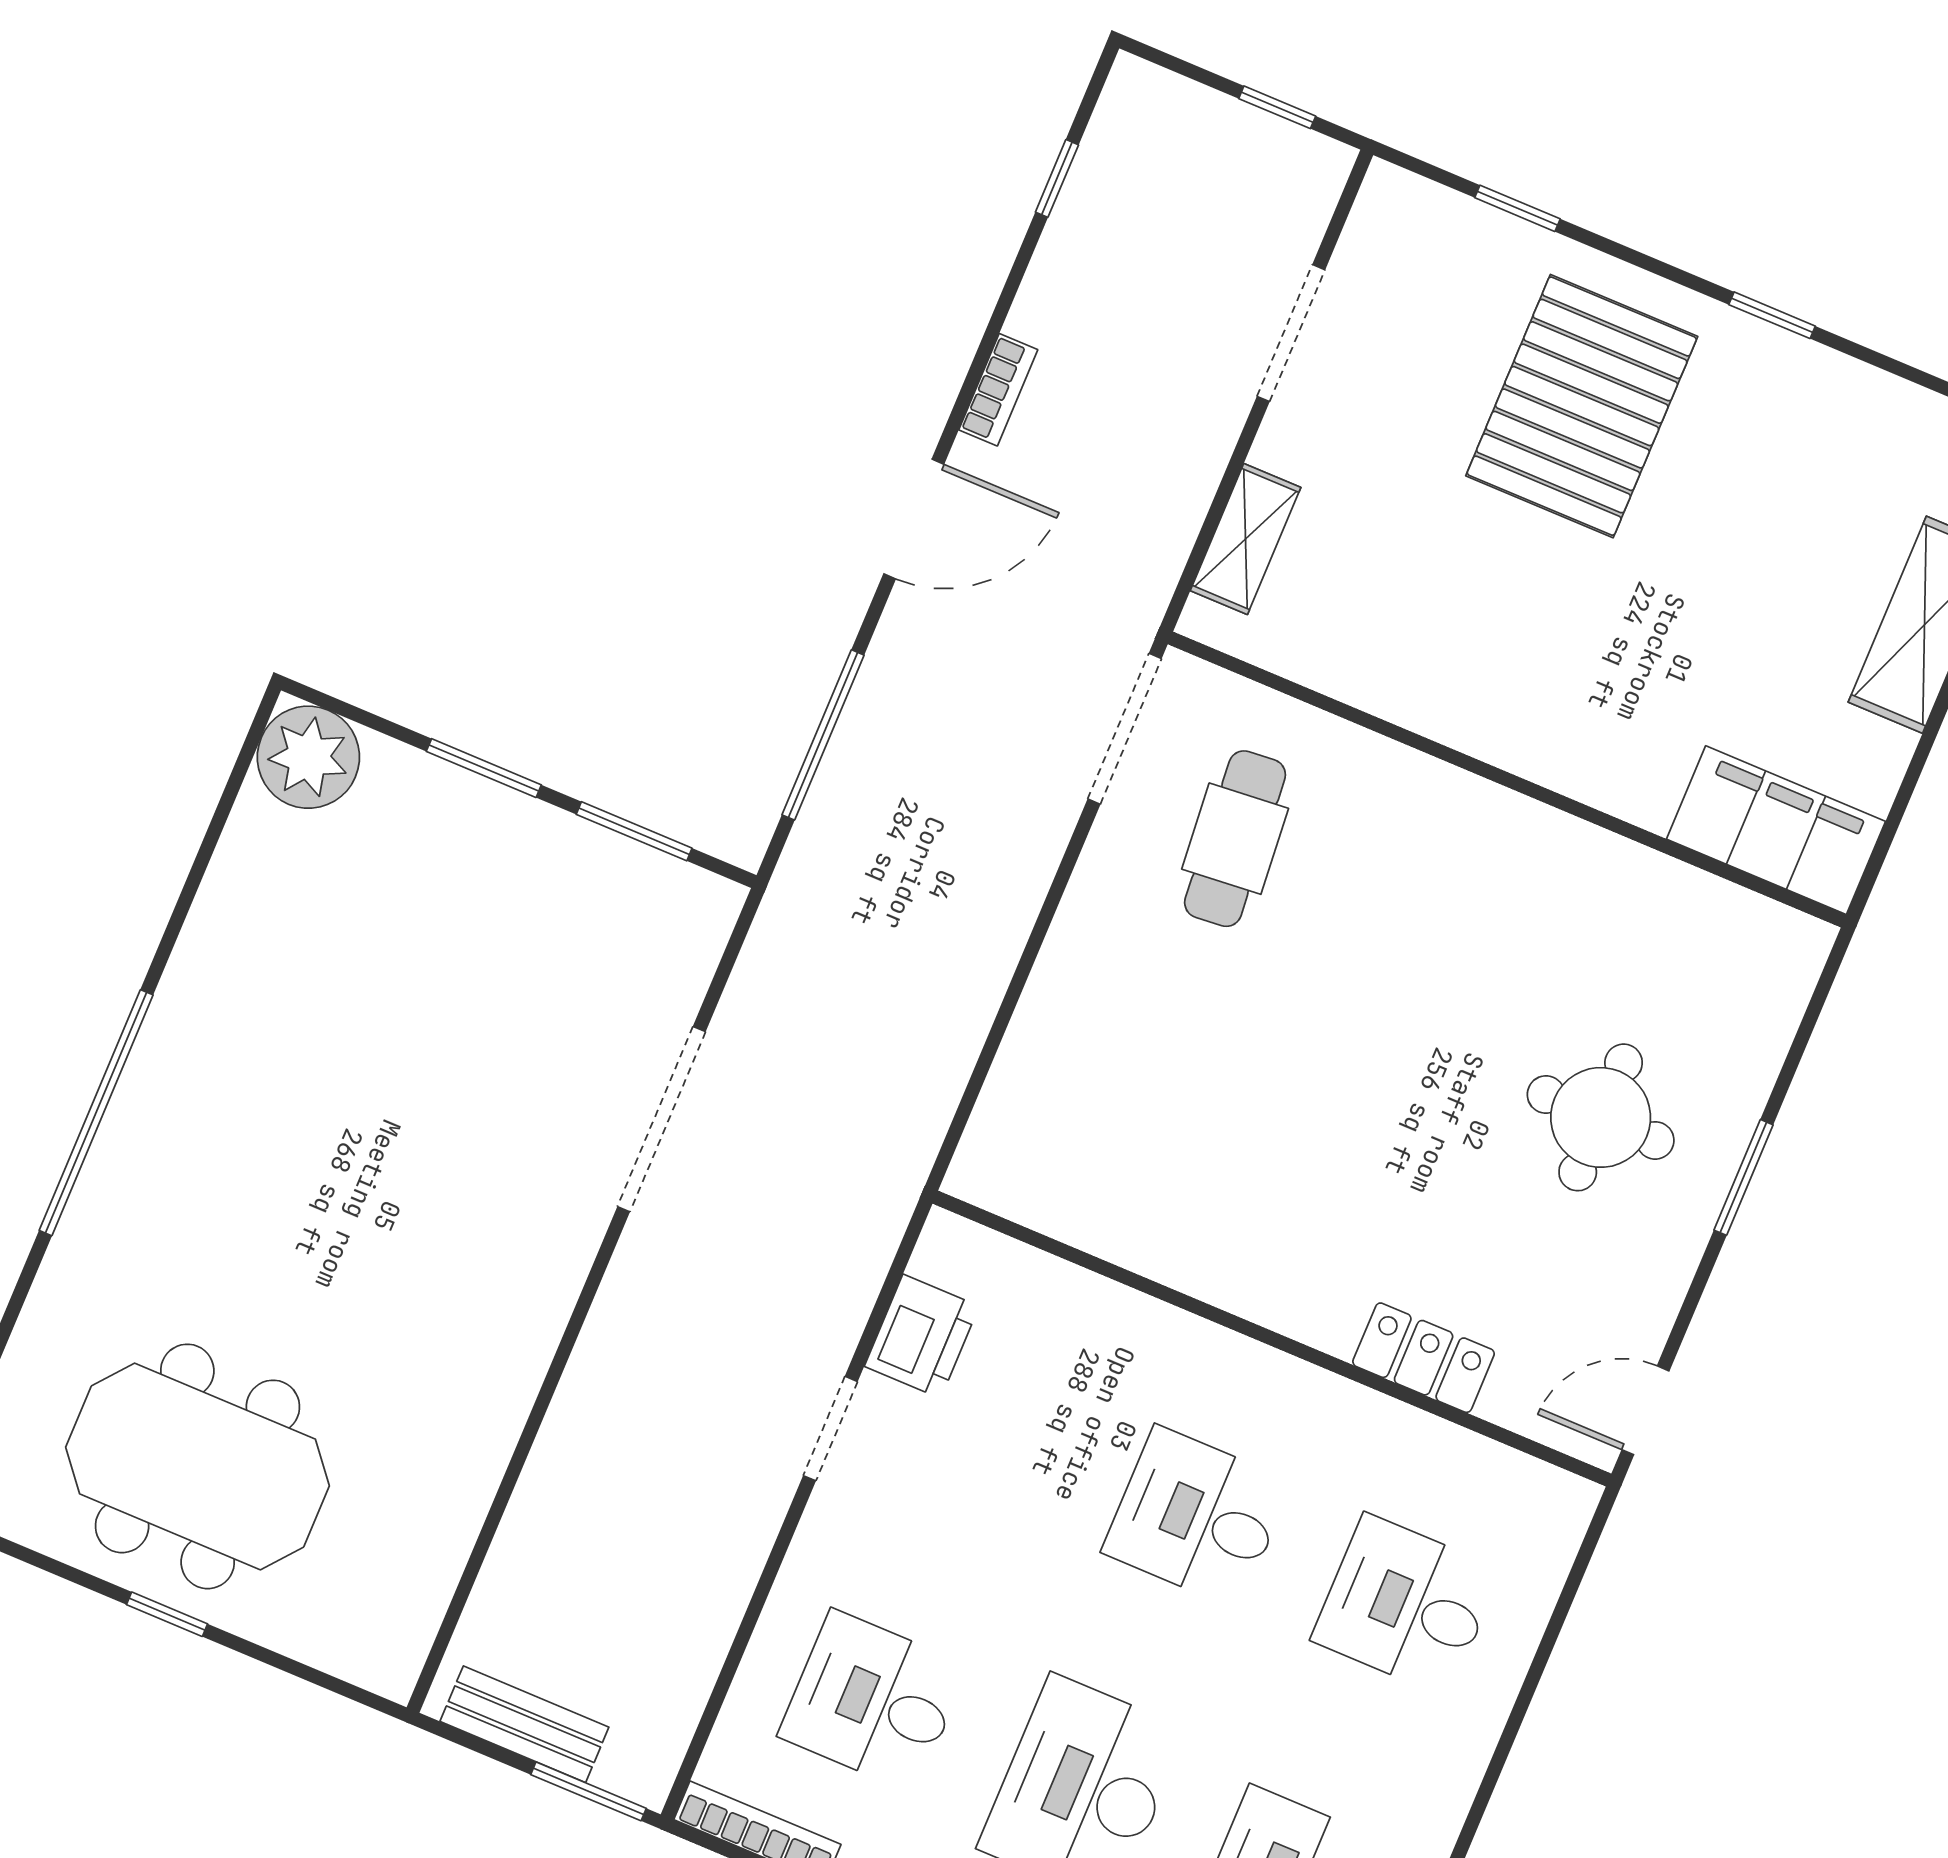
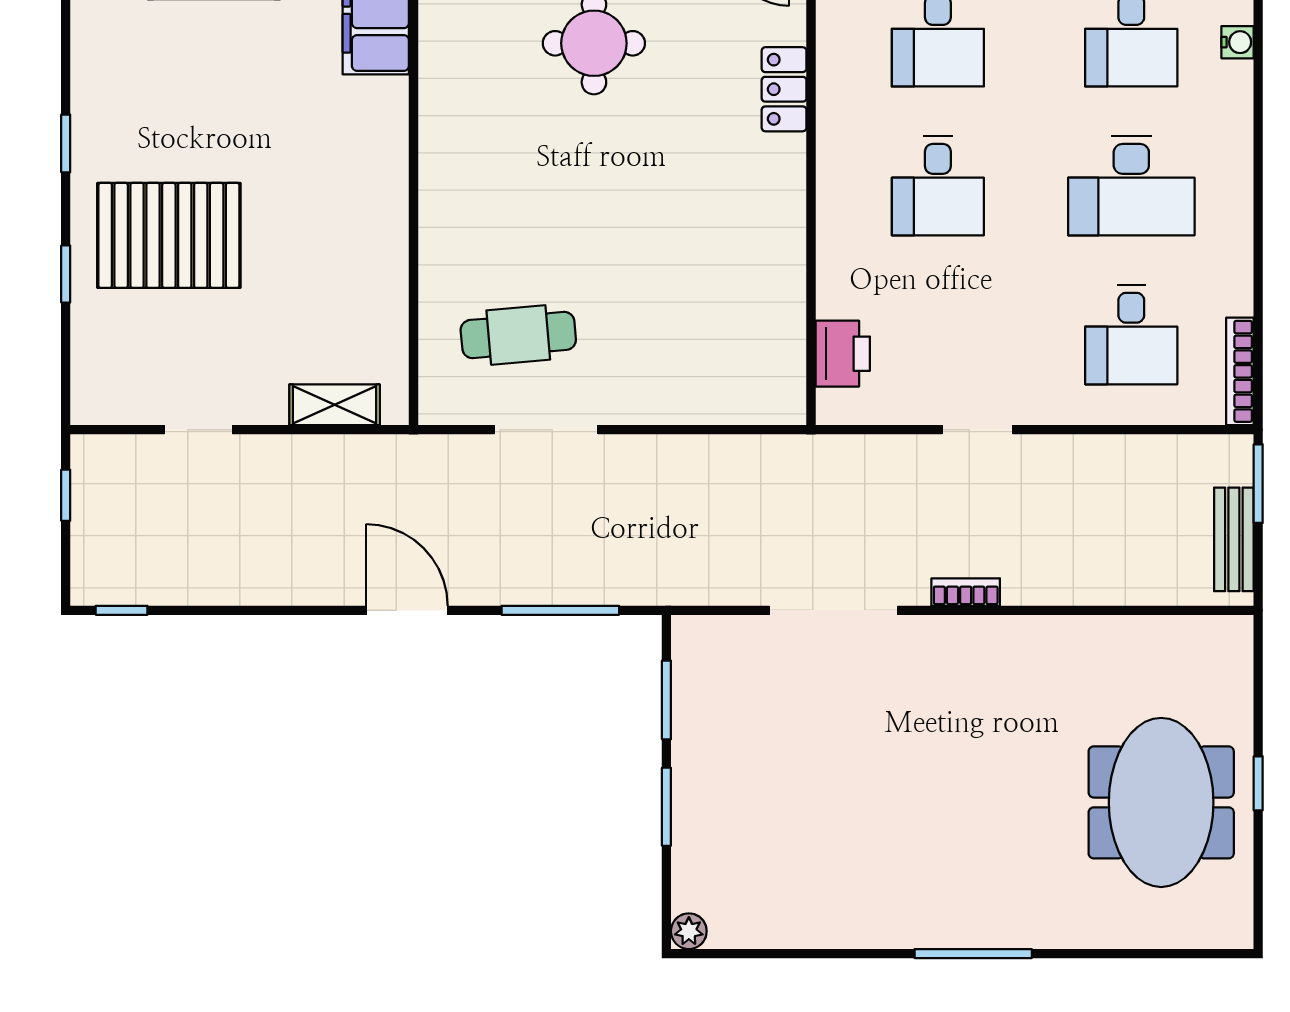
window: (1057, 178) -> (122, 610), moved
window: (1517, 208) -> (66, 274), moved
doorway: (1291, 333) -> (199, 430), width x0.73
bookcase: (998, 390) -> (966, 592), moved
doorway: (1125, 729) -> (546, 430), moved
plant: (308, 757) -> (689, 931), width x0.53, depth x0.53
window: (96, 1113) -> (973, 954), width x0.68
printer: (922, 1336) -> (843, 354), moved, turned 90

